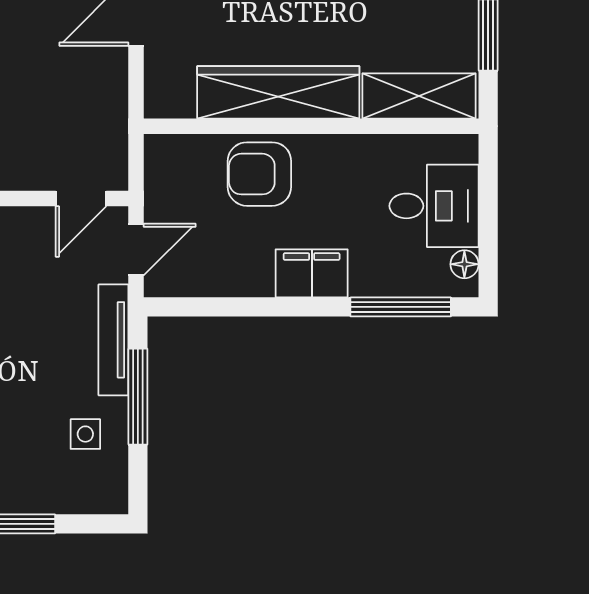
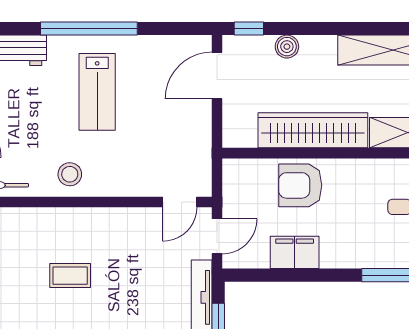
filing cabinet: (312, 273) -> (295, 252), moved

